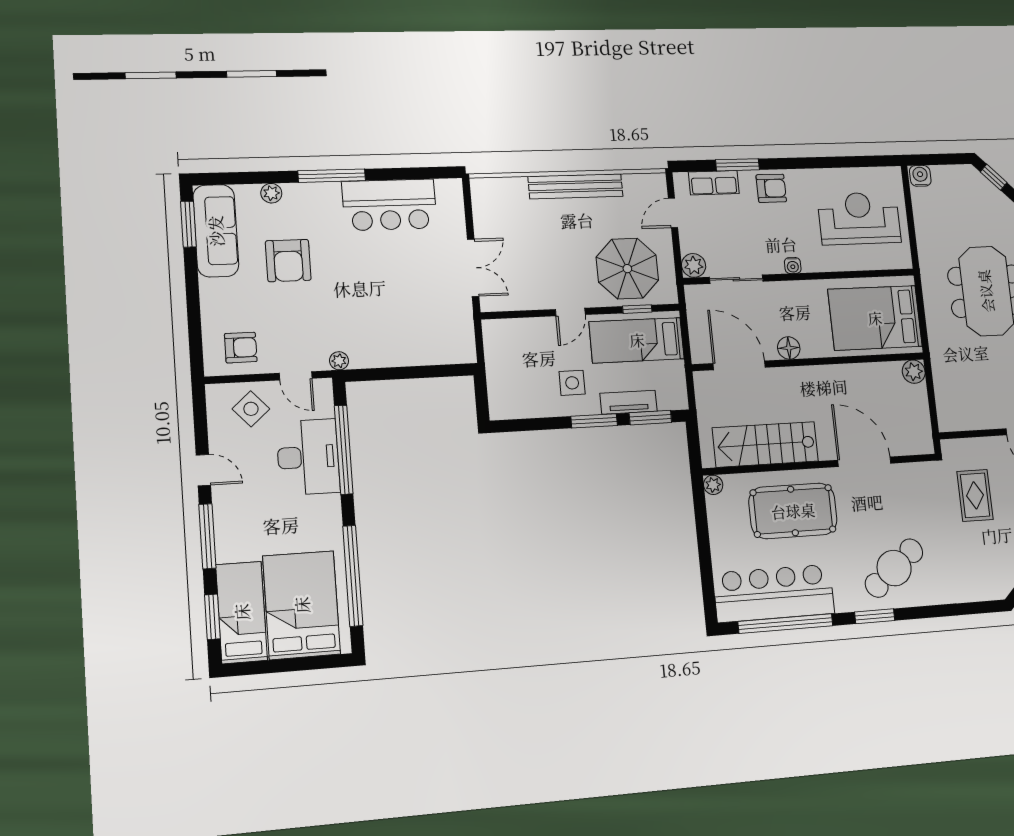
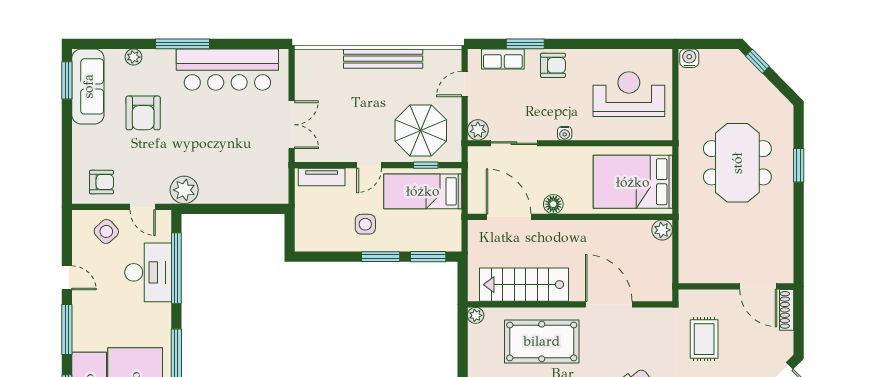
bar counter: (389, 205) -> (227, 70), width x1.36
plant: (339, 361) -> (184, 190), width x1.88, depth x1.88
tv unit: (629, 402) -> (322, 177), moved, turned 180

